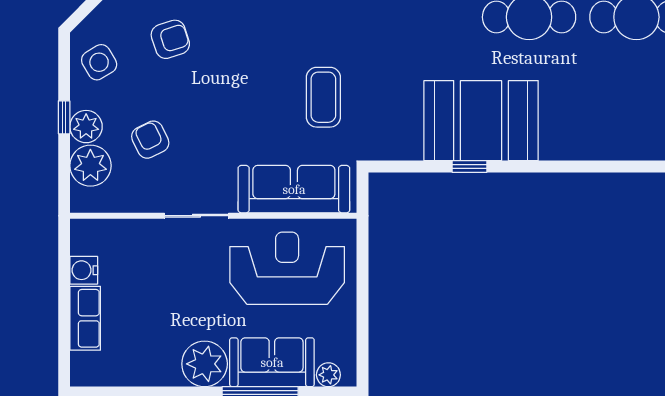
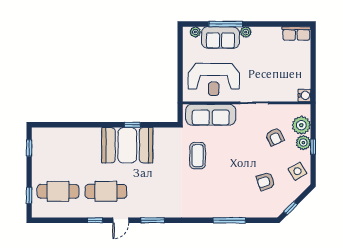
water cooler: (84, 270) -> (304, 95), moved
row of seats: (85, 318) -> (296, 33), moved, turned -90
plant: (205, 364) -> (246, 32), width x0.53, depth x0.53

